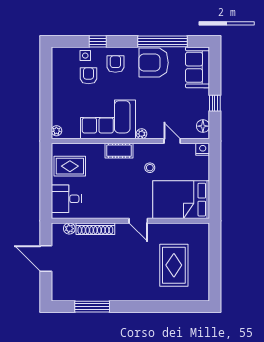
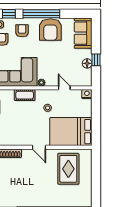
window: (162, 41) -> (41, 14), moved
armchair: (154, 63) -> (50, 30), turned -90
floor lamp: (203, 126) -> (87, 63), moved
rug: (174, 265) -> (68, 169), moved

